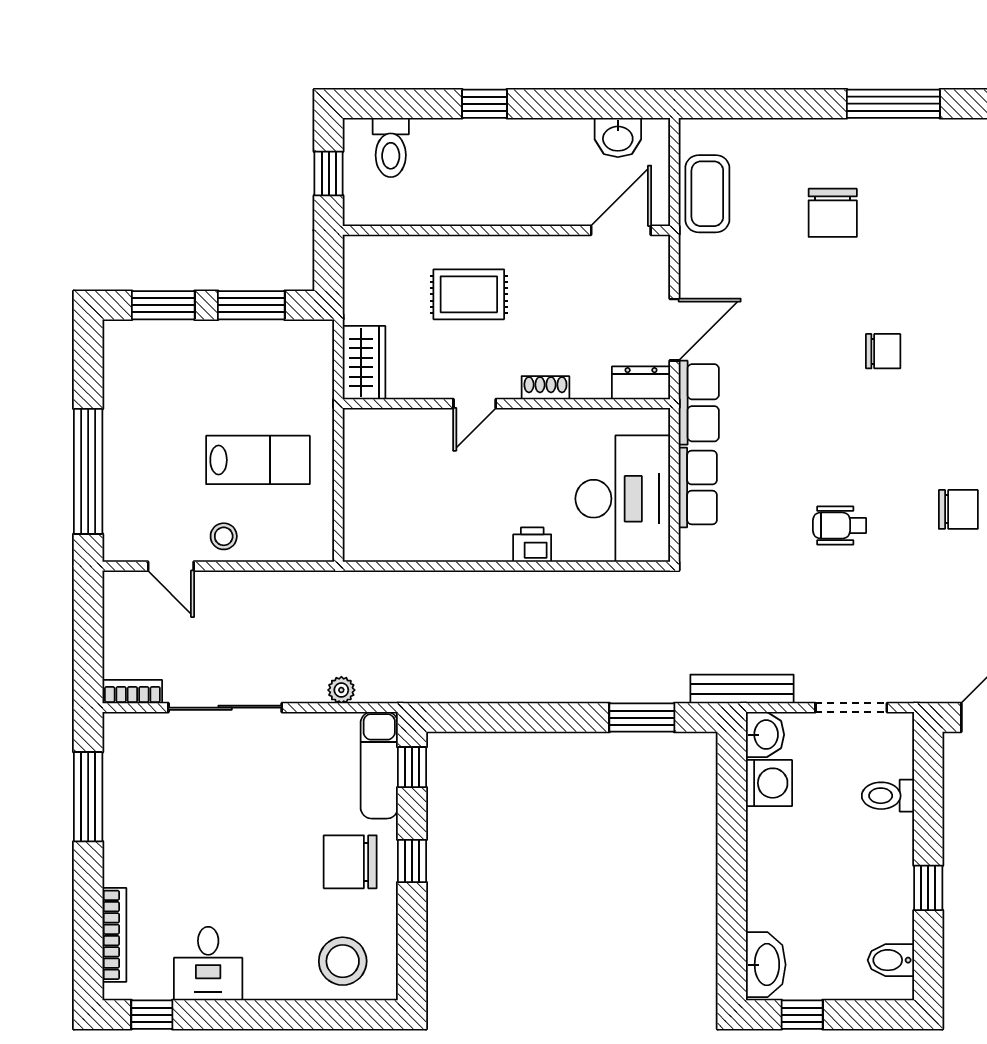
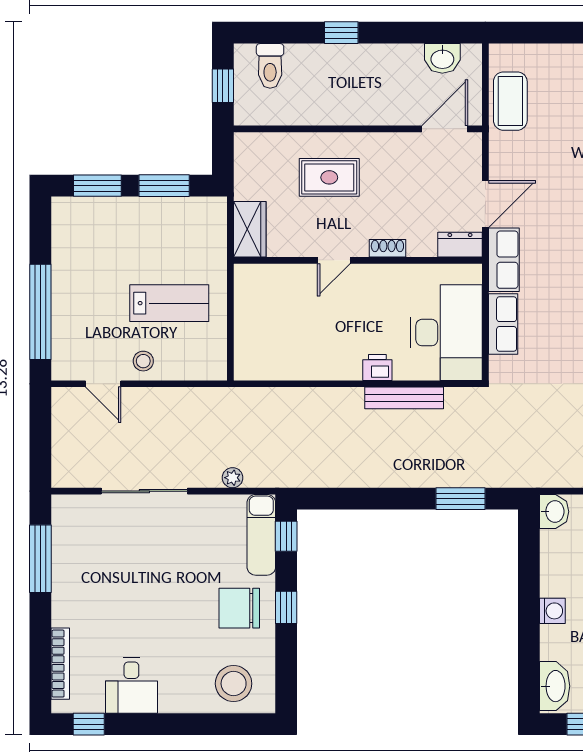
bench: (742, 689) -> (404, 398), moved
bookcase: (132, 692) -> (74, 479), removed
washing machine: (769, 783) -> (552, 611), moved, width x0.73, depth x0.73

